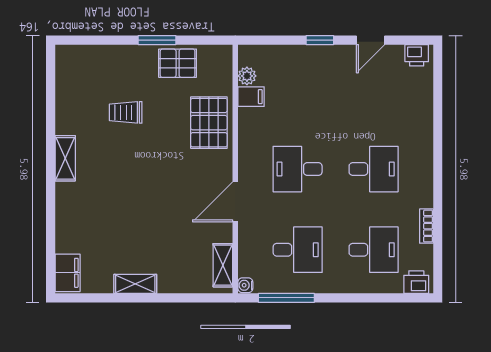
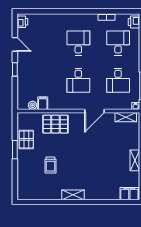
door: (235, 202) -> (95, 111), hinge flipped
desk: (298, 250) -> (118, 80), turned 180

